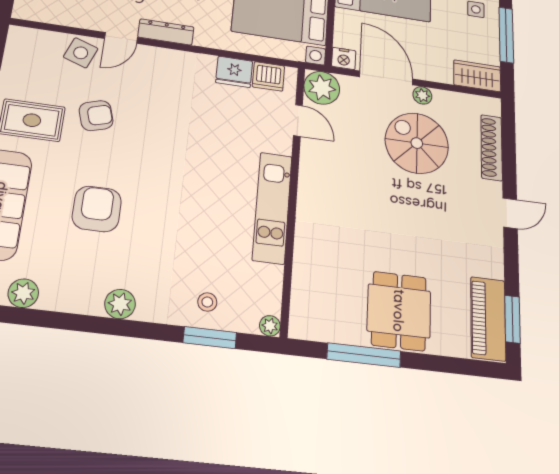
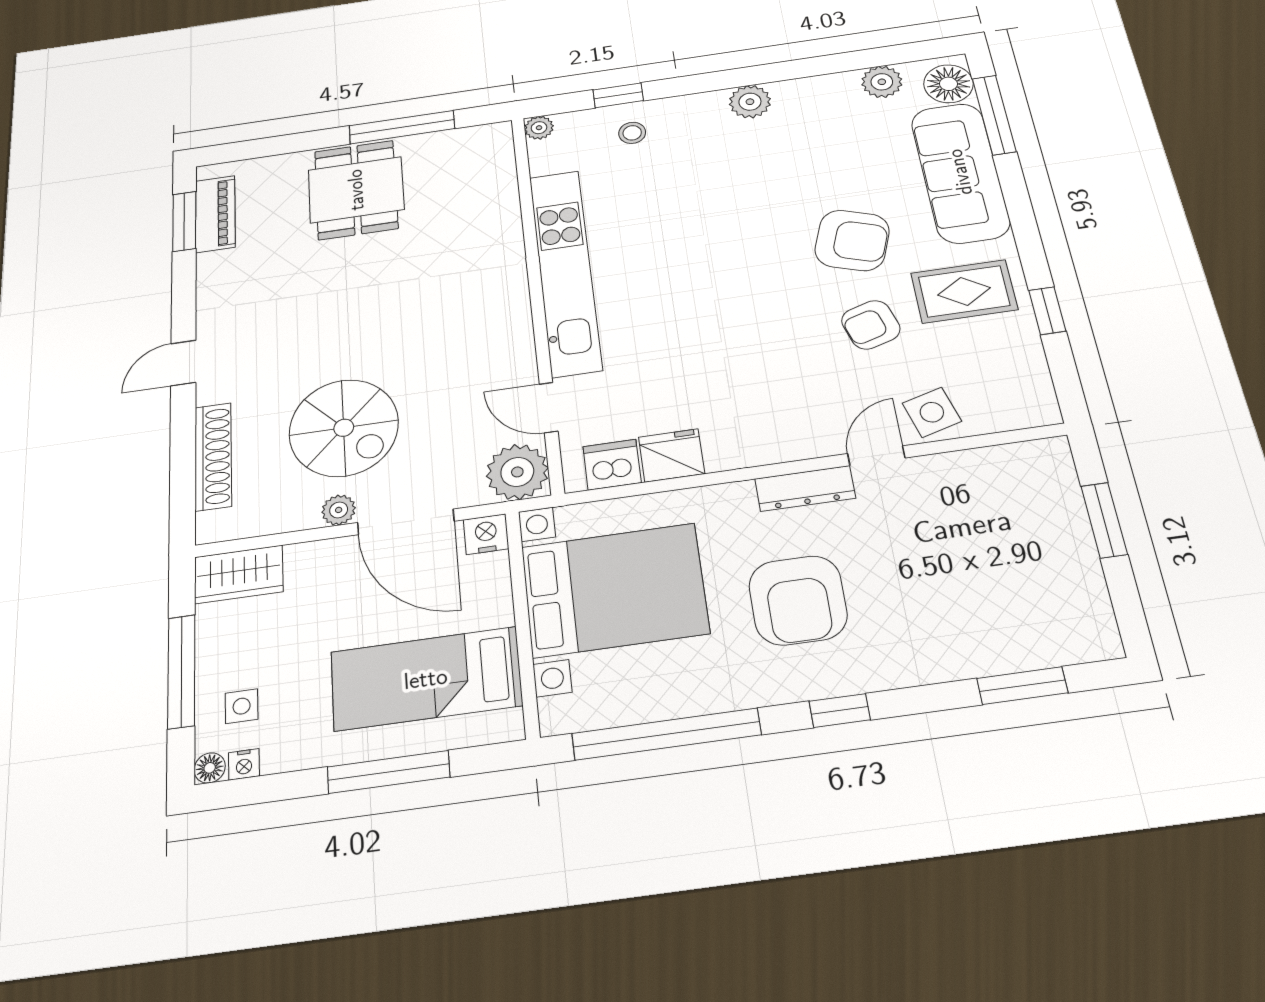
side table: (81, 53) -> (932, 412), turned -36
kitchen unit: (272, 207) -> (565, 271), width x1.36
armchair: (97, 209) -> (852, 240), moved, turned -71
piano: (488, 319) -> (215, 214), width x0.73, depth x0.75
window: (210, 338) -> (618, 95), width x0.67

